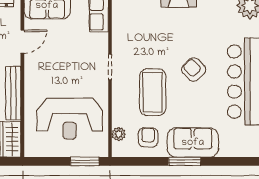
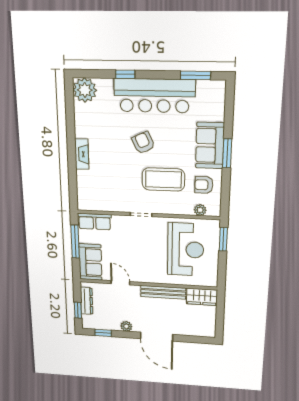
armchair: (194, 70) -> (143, 143), turned 110

